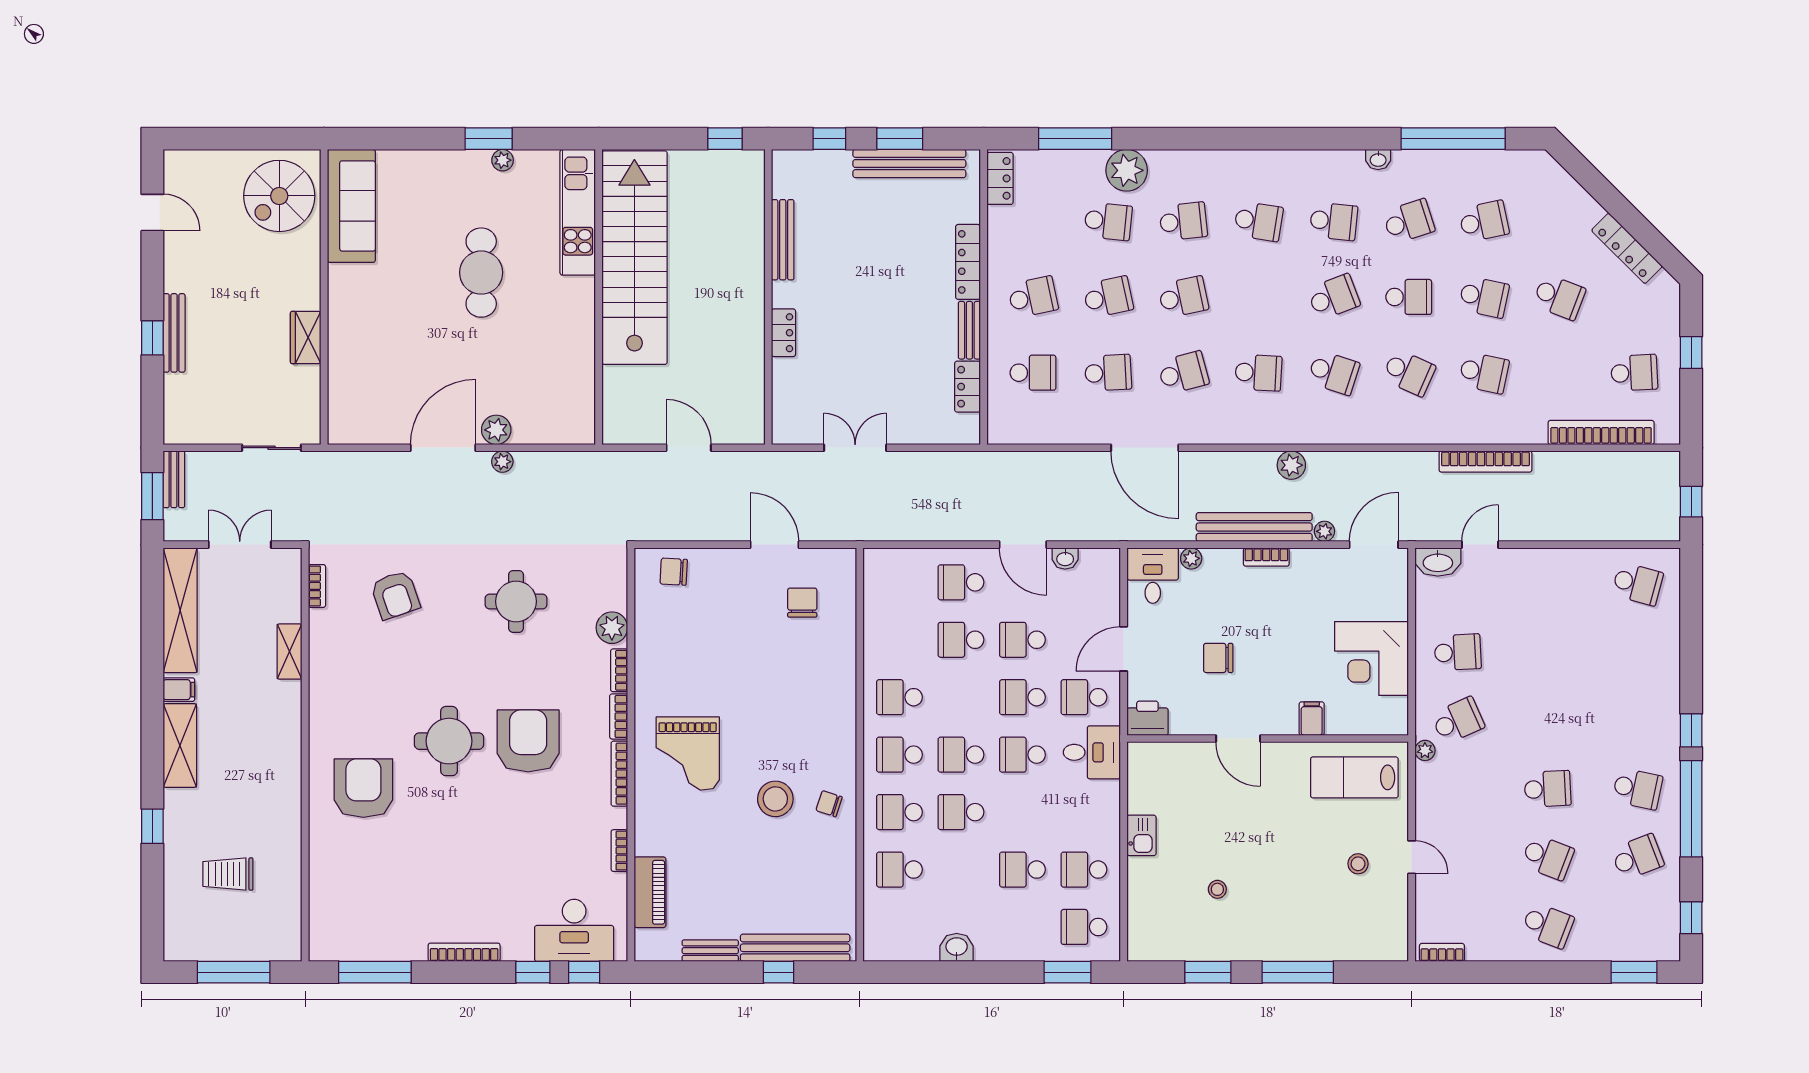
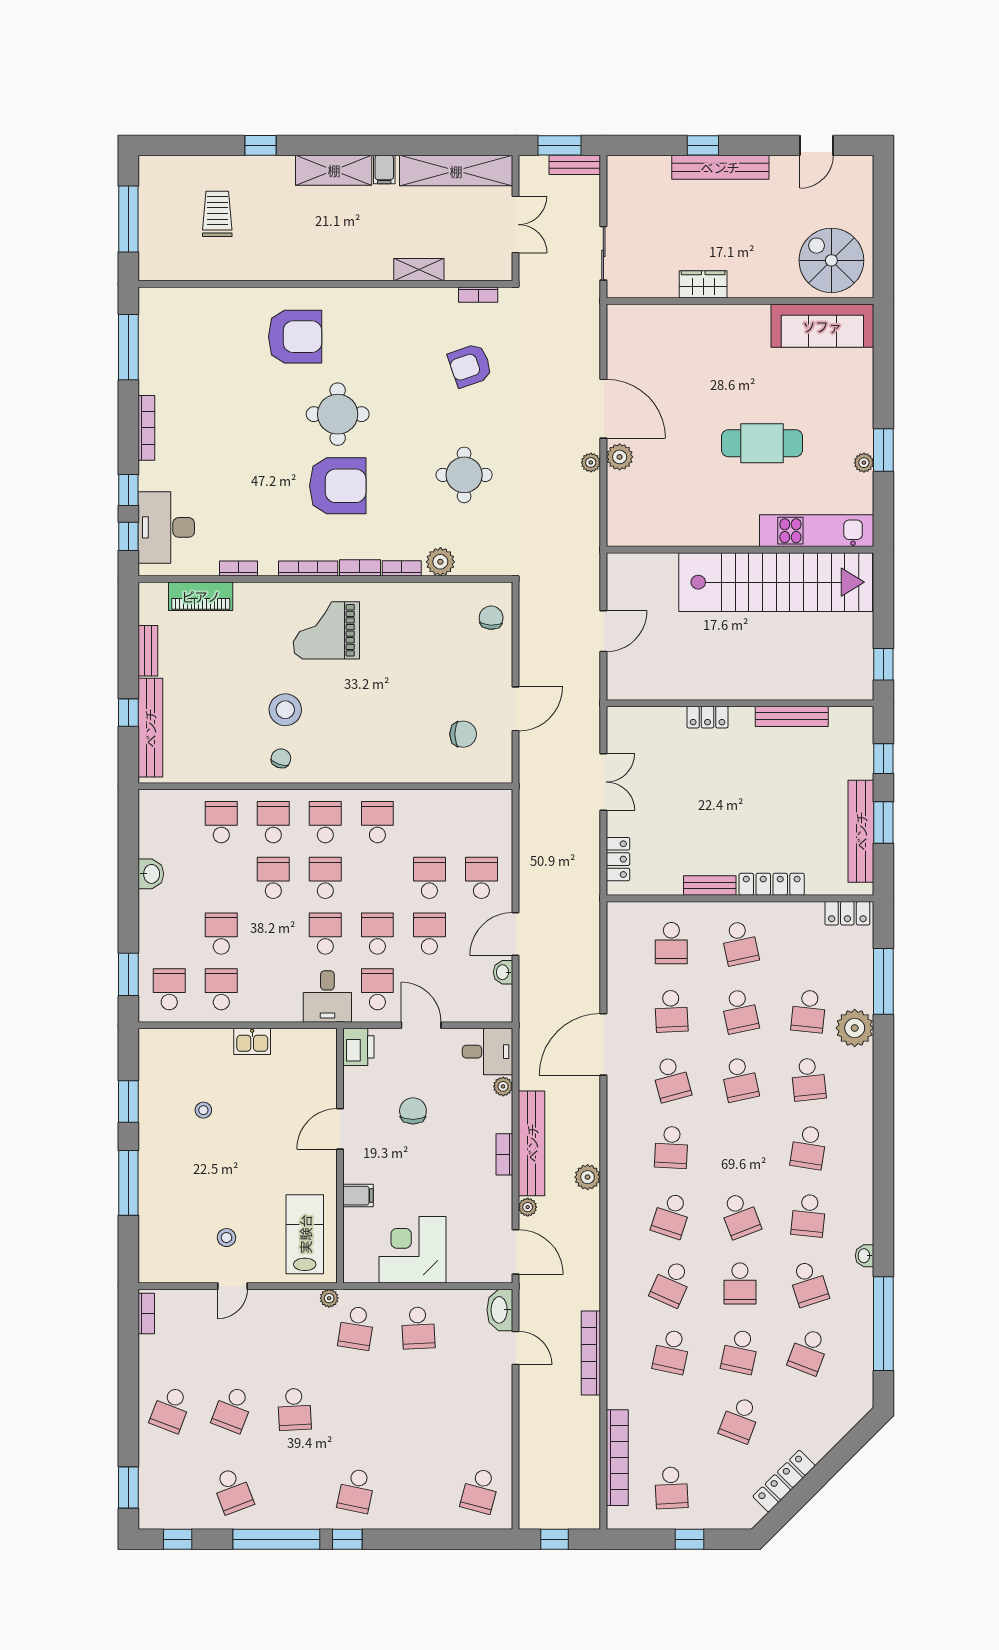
school desk: (1484, 221) -> (808, 1352), turned 33
bench: (174, 333) -> (720, 167), width x1.37, depth x1.21
locker: (968, 387) -> (618, 859), moved, turned 90
school desk: (1458, 721) -> (356, 1328), turned 33
school desk: (1637, 789) -> (356, 1491), moved

